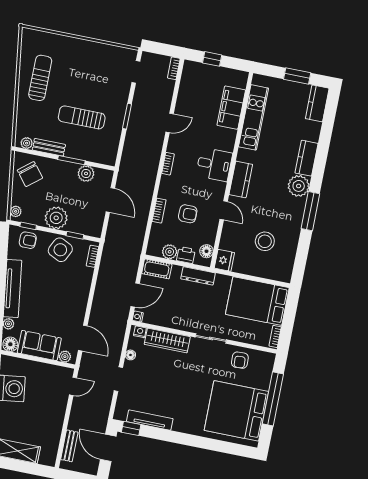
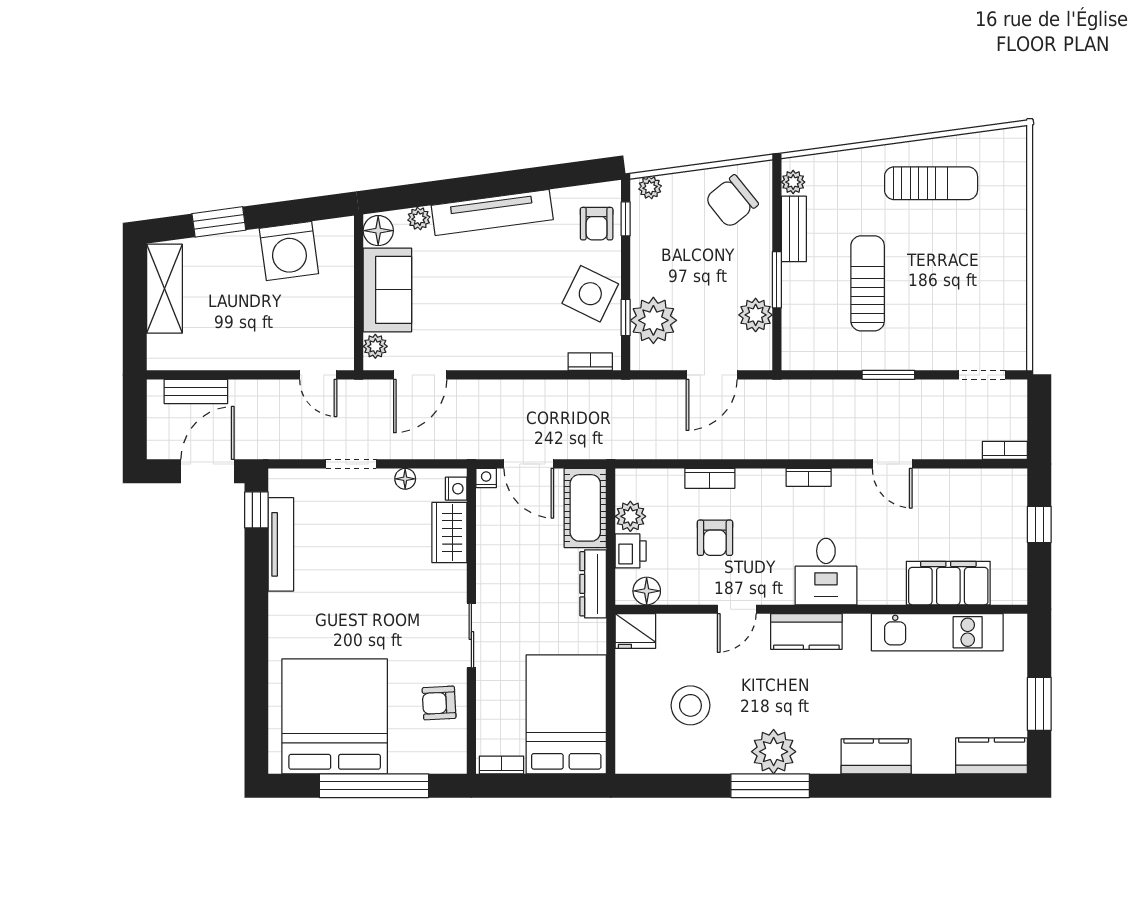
plant: (299, 186) -> (774, 752), moved
plant: (56, 218) -> (653, 320), moved
cot: (157, 269) -> (585, 508), width x1.37, depth x1.34
wardrobe: (167, 341) -> (449, 533), width x0.67

